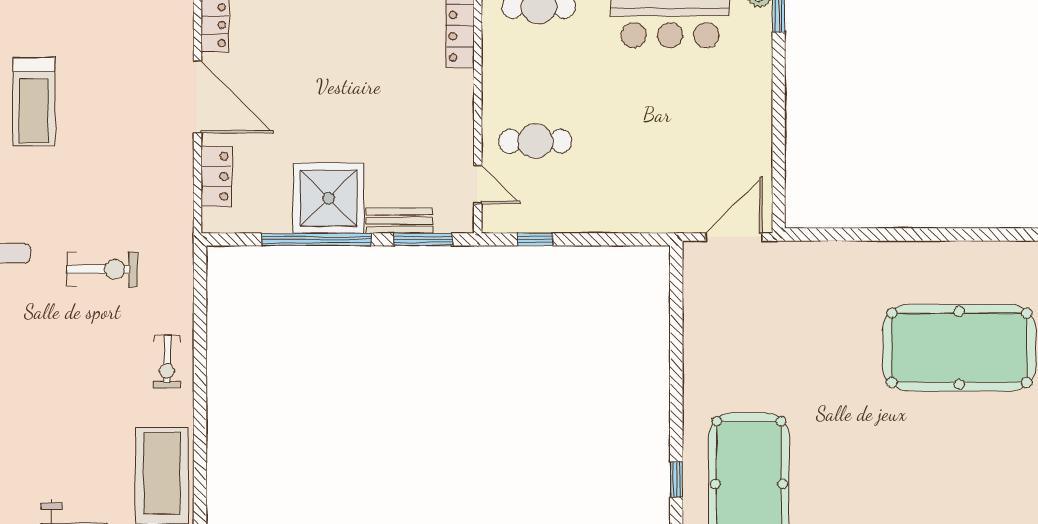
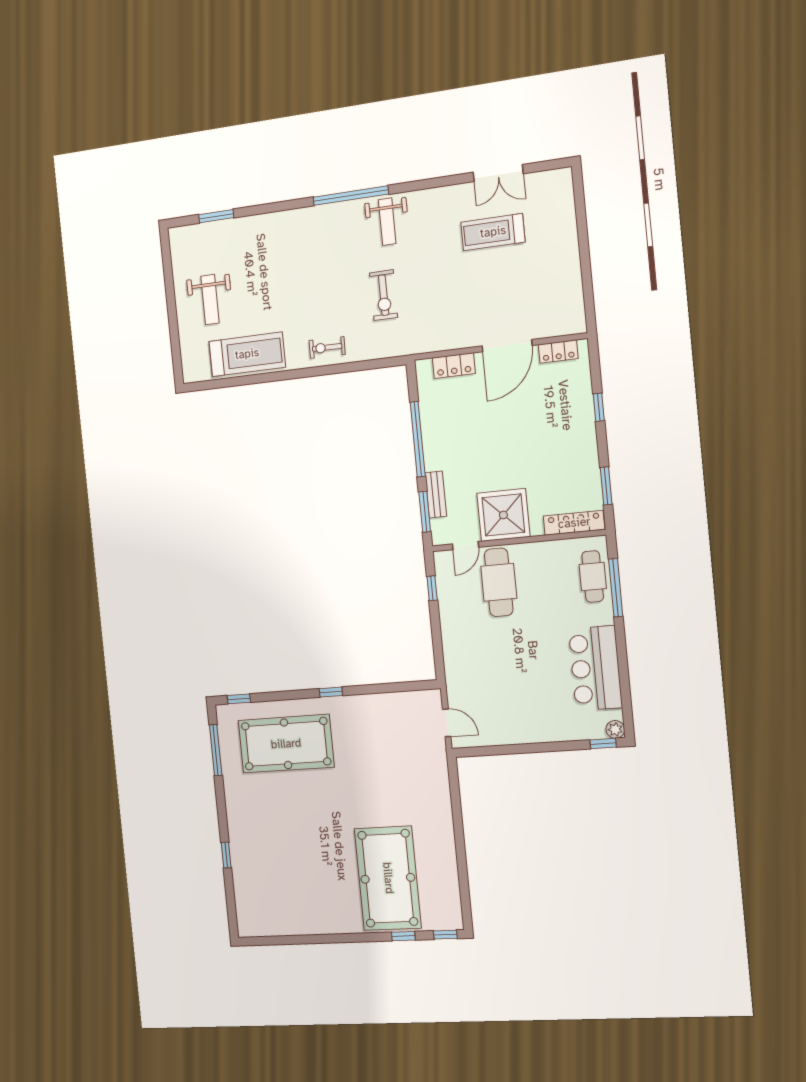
cafe table: (535, 141) -> (499, 582), width x1.37, depth x1.35
shower: (328, 198) -> (503, 515), moved
door: (734, 237) -> (447, 723), width x0.73
window: (676, 479) -> (331, 692), moved

